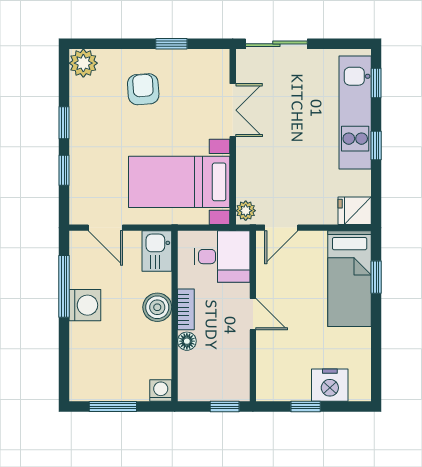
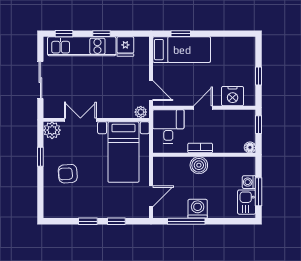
sliding door: (276, 44) -> (40, 80), moved
plant: (83, 63) -> (52, 130), moved
fridge: (355, 211) -> (125, 47), moved
kitchen sink: (157, 251) -> (247, 202), moved, turned 90
floor lamp: (187, 341) -> (250, 147), moved
nightstand: (330, 385) -> (233, 96), moved, turned 90
washing machine: (161, 391) -> (249, 182), moved

